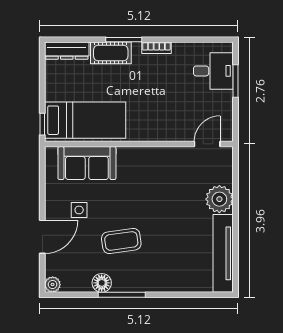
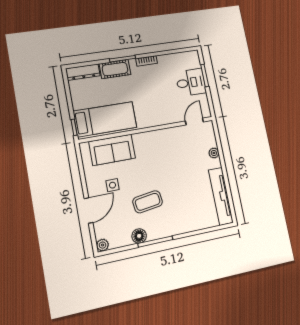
desk: (213, 71) -> (191, 82), moved
plant: (219, 199) -> (214, 153), width x0.53, depth x0.53

